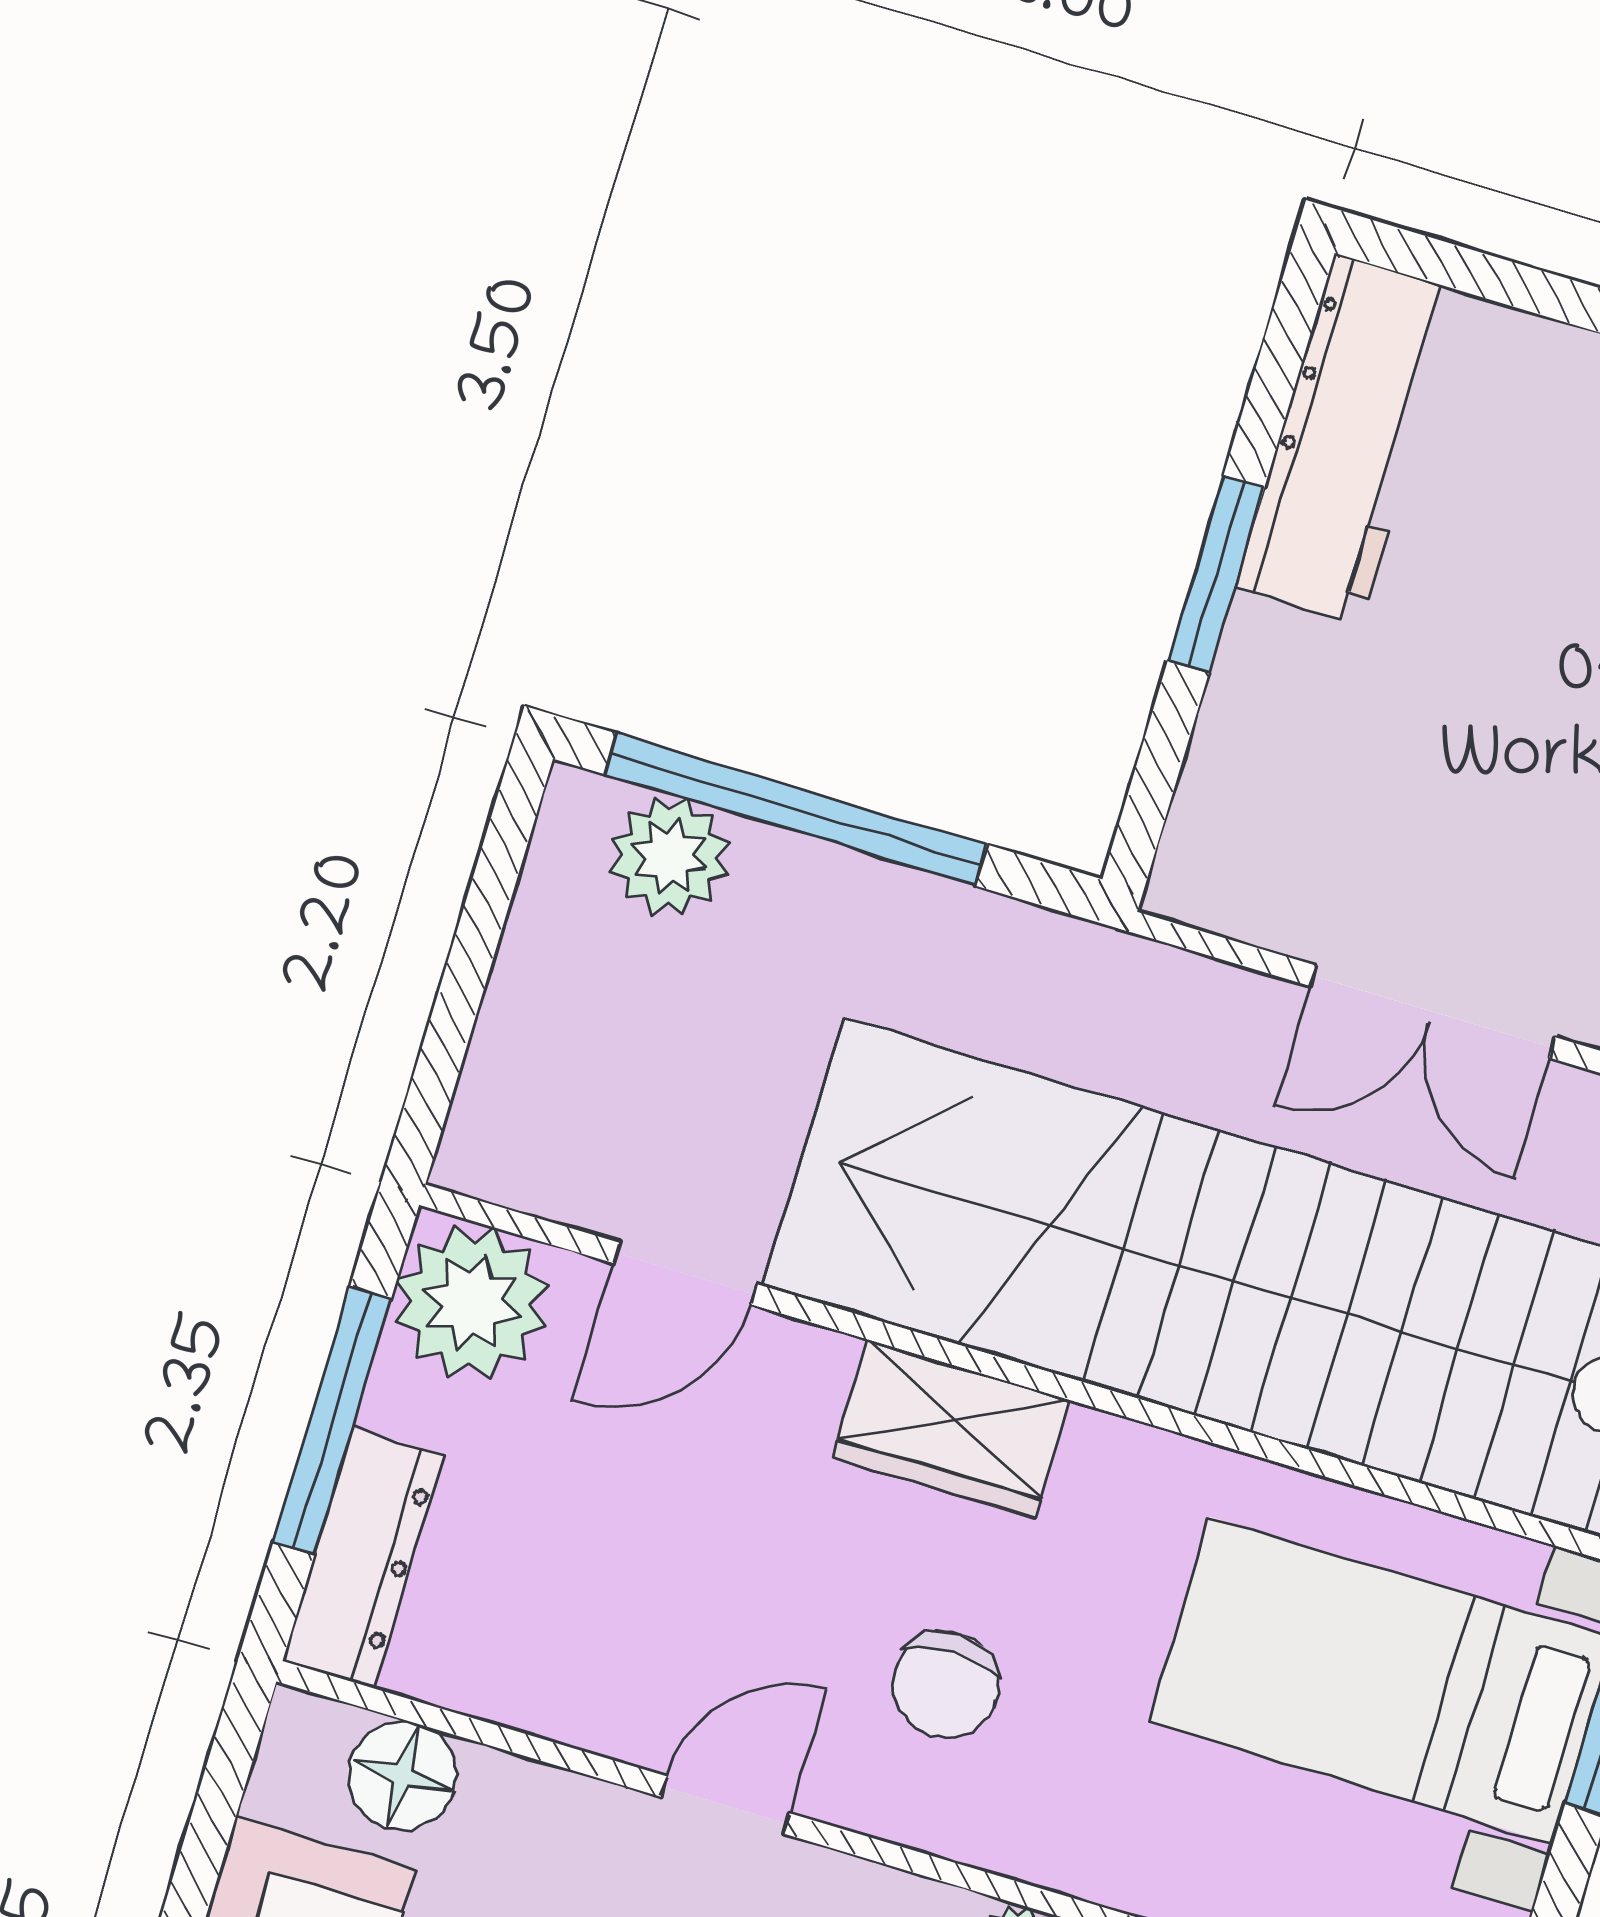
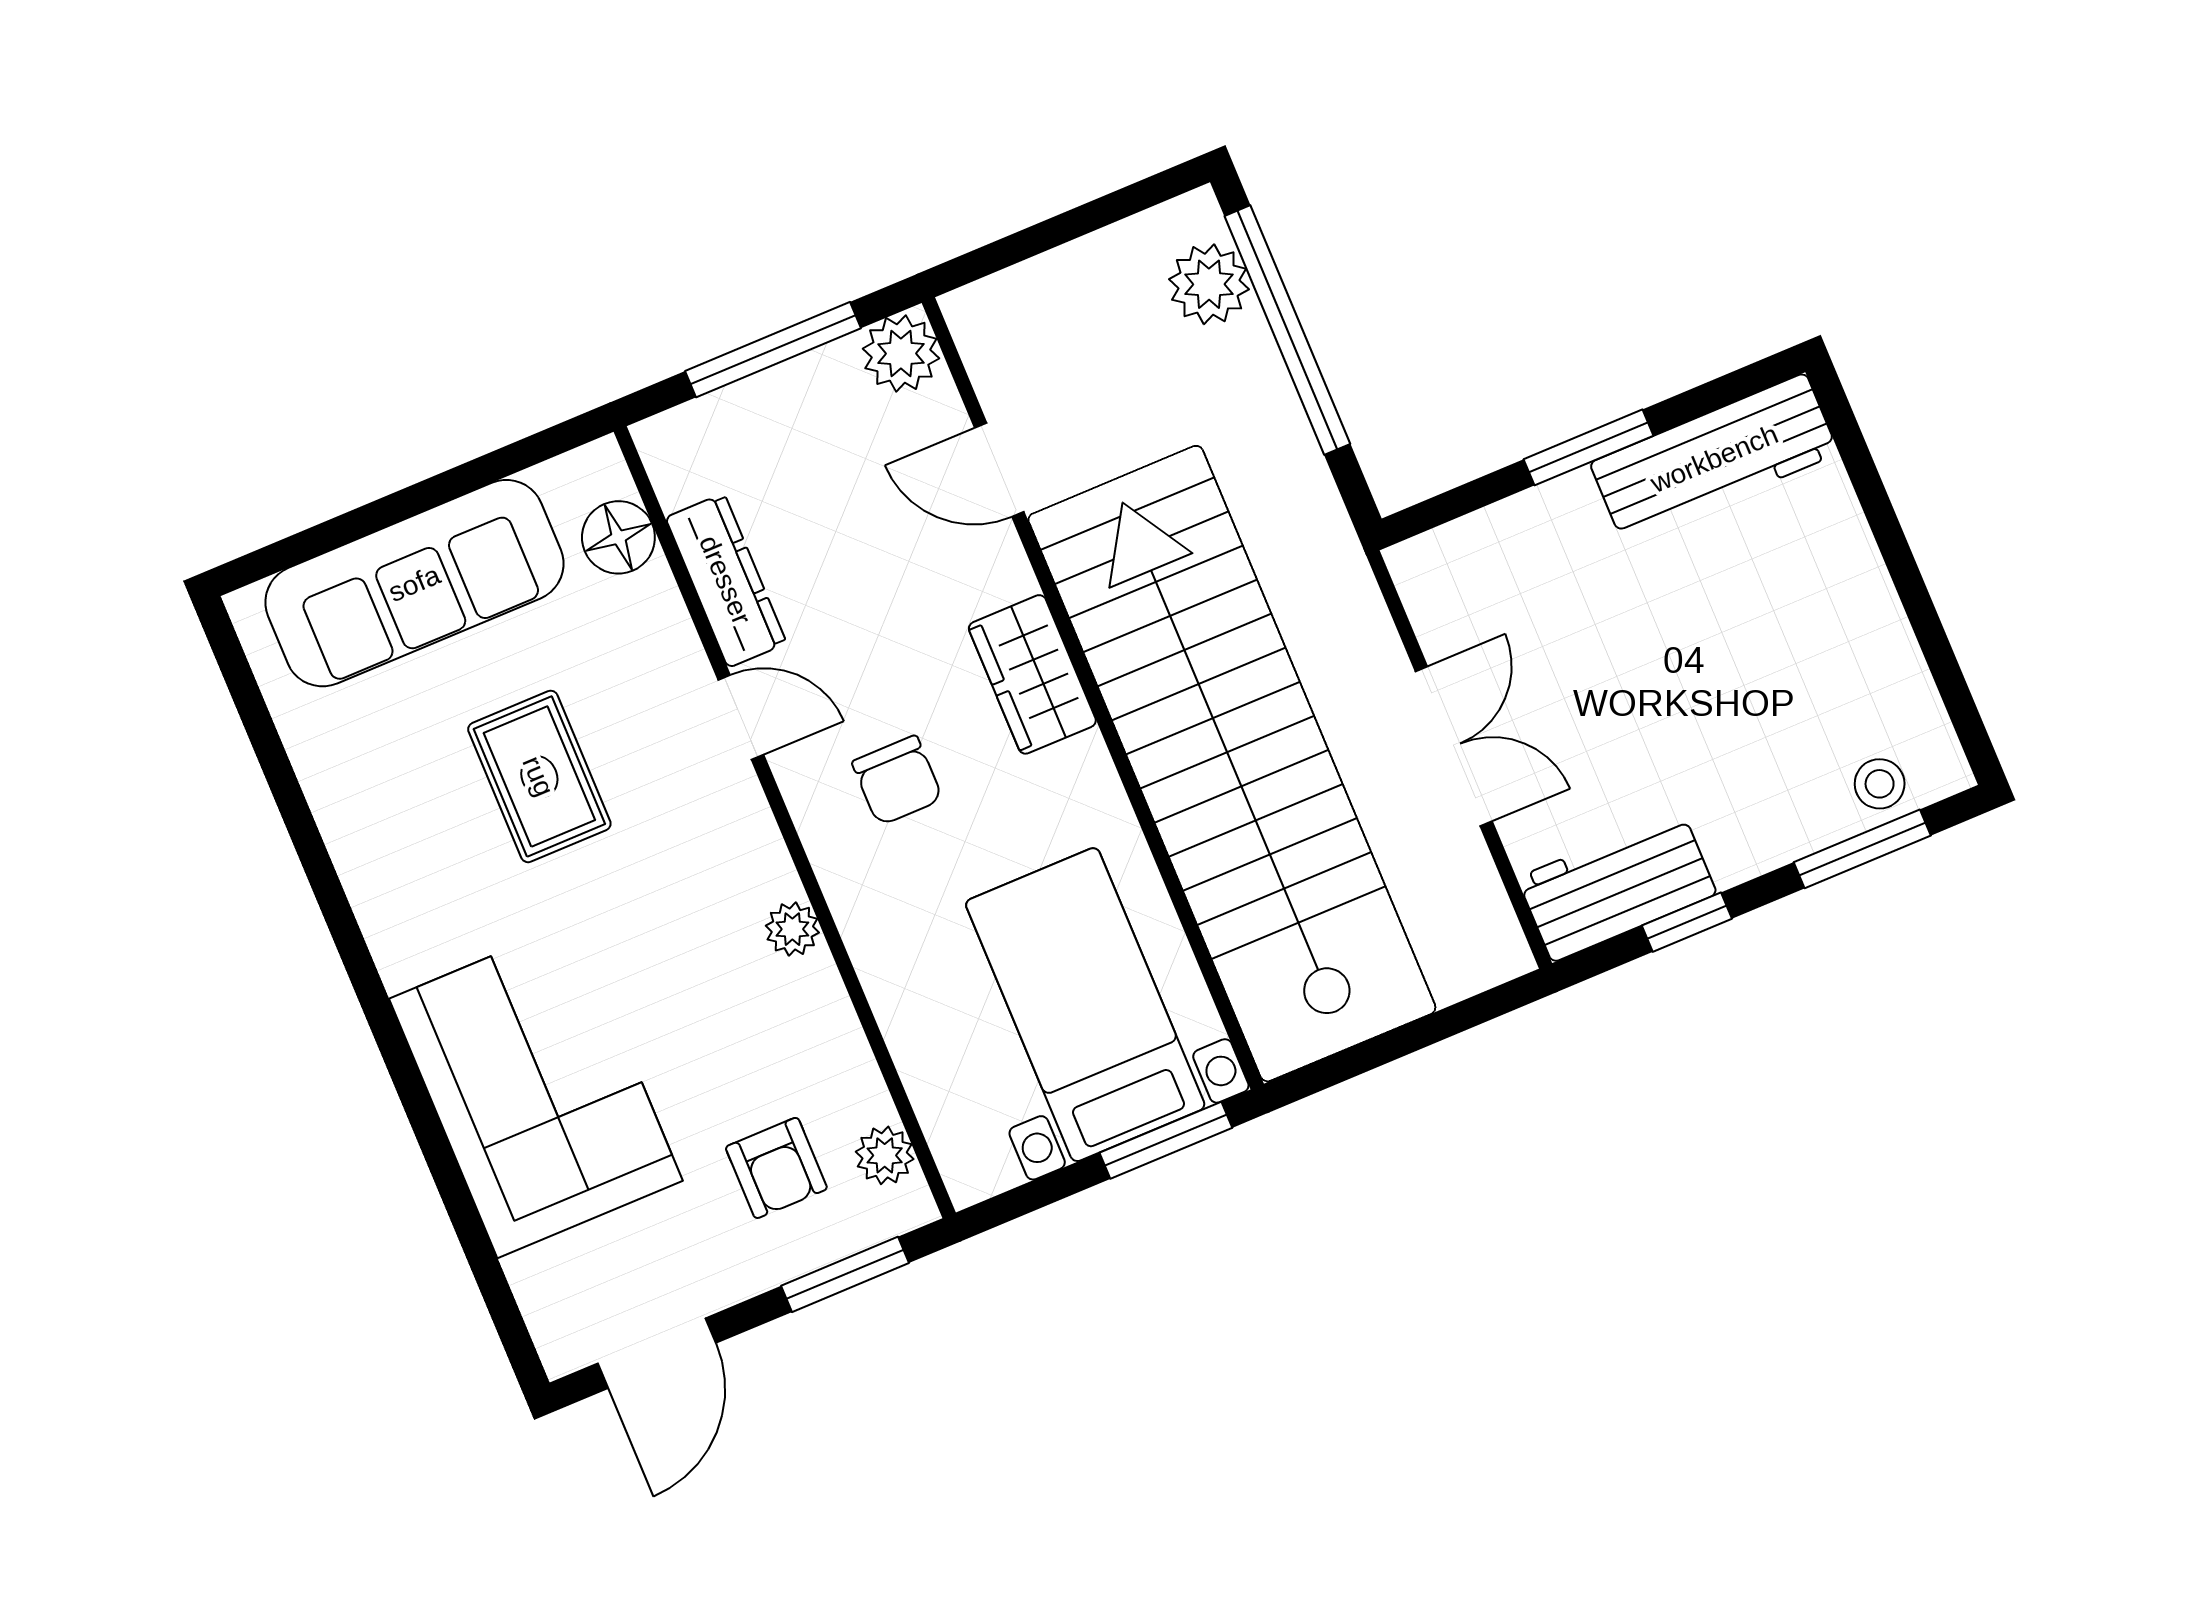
double door: (1433, 1012) -> (1454, 746), swing flipped
plant: (472, 1303) -> (901, 353), width x0.73, depth x0.73
dresser: (363, 1558) -> (726, 580), moved, turned -90
chair: (946, 1685) -> (897, 780), turned -90

